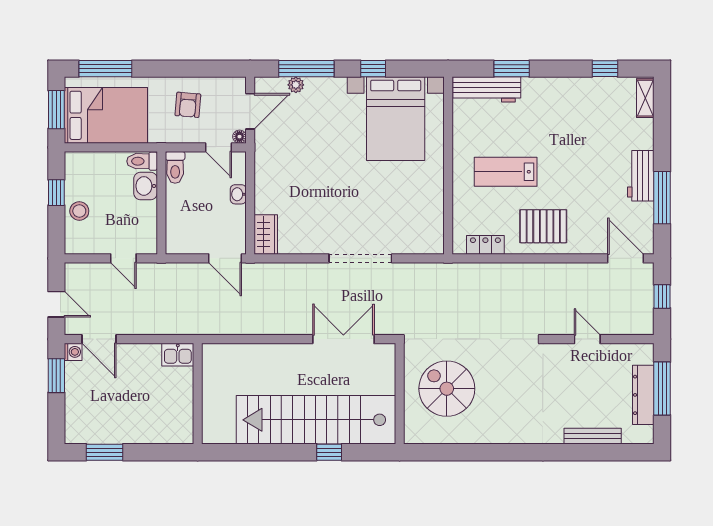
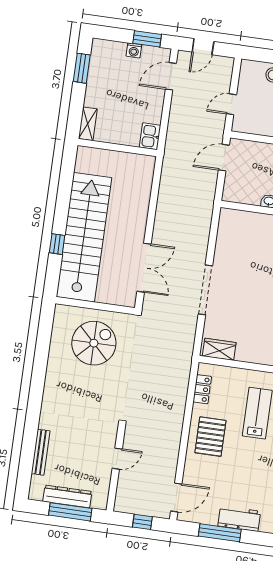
wardrobe: (266, 234) -> (219, 349), moved, turned 180
door: (225, 258) -> (224, 158), moved
washing machine: (73, 352) -> (134, 50), moved
shelving: (173, 435) -> (88, 124), added

